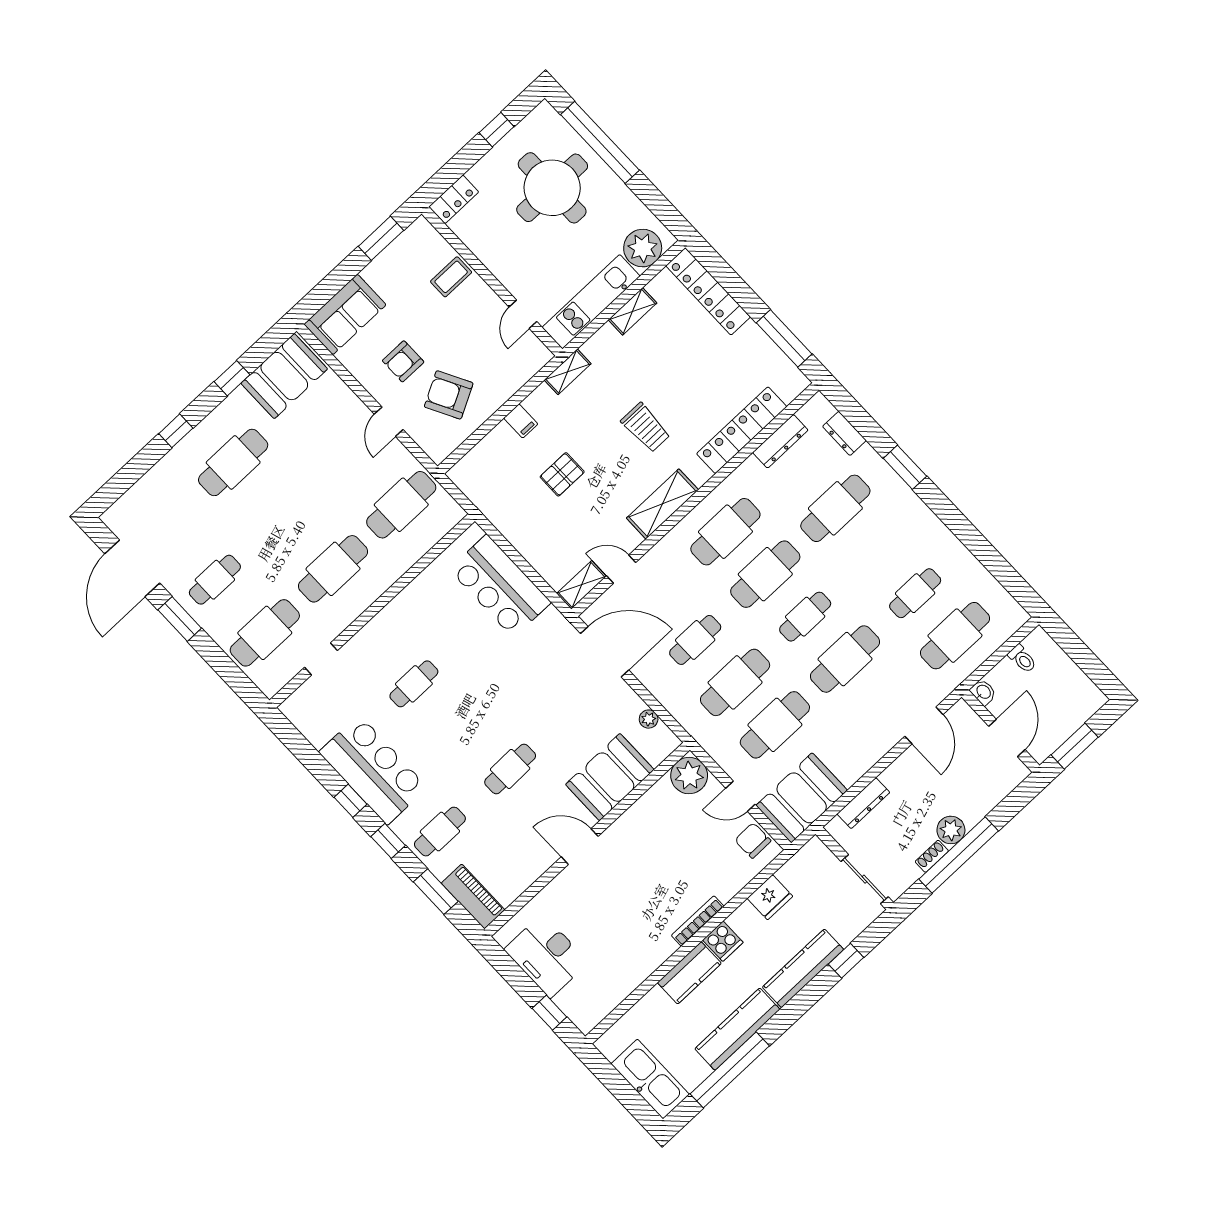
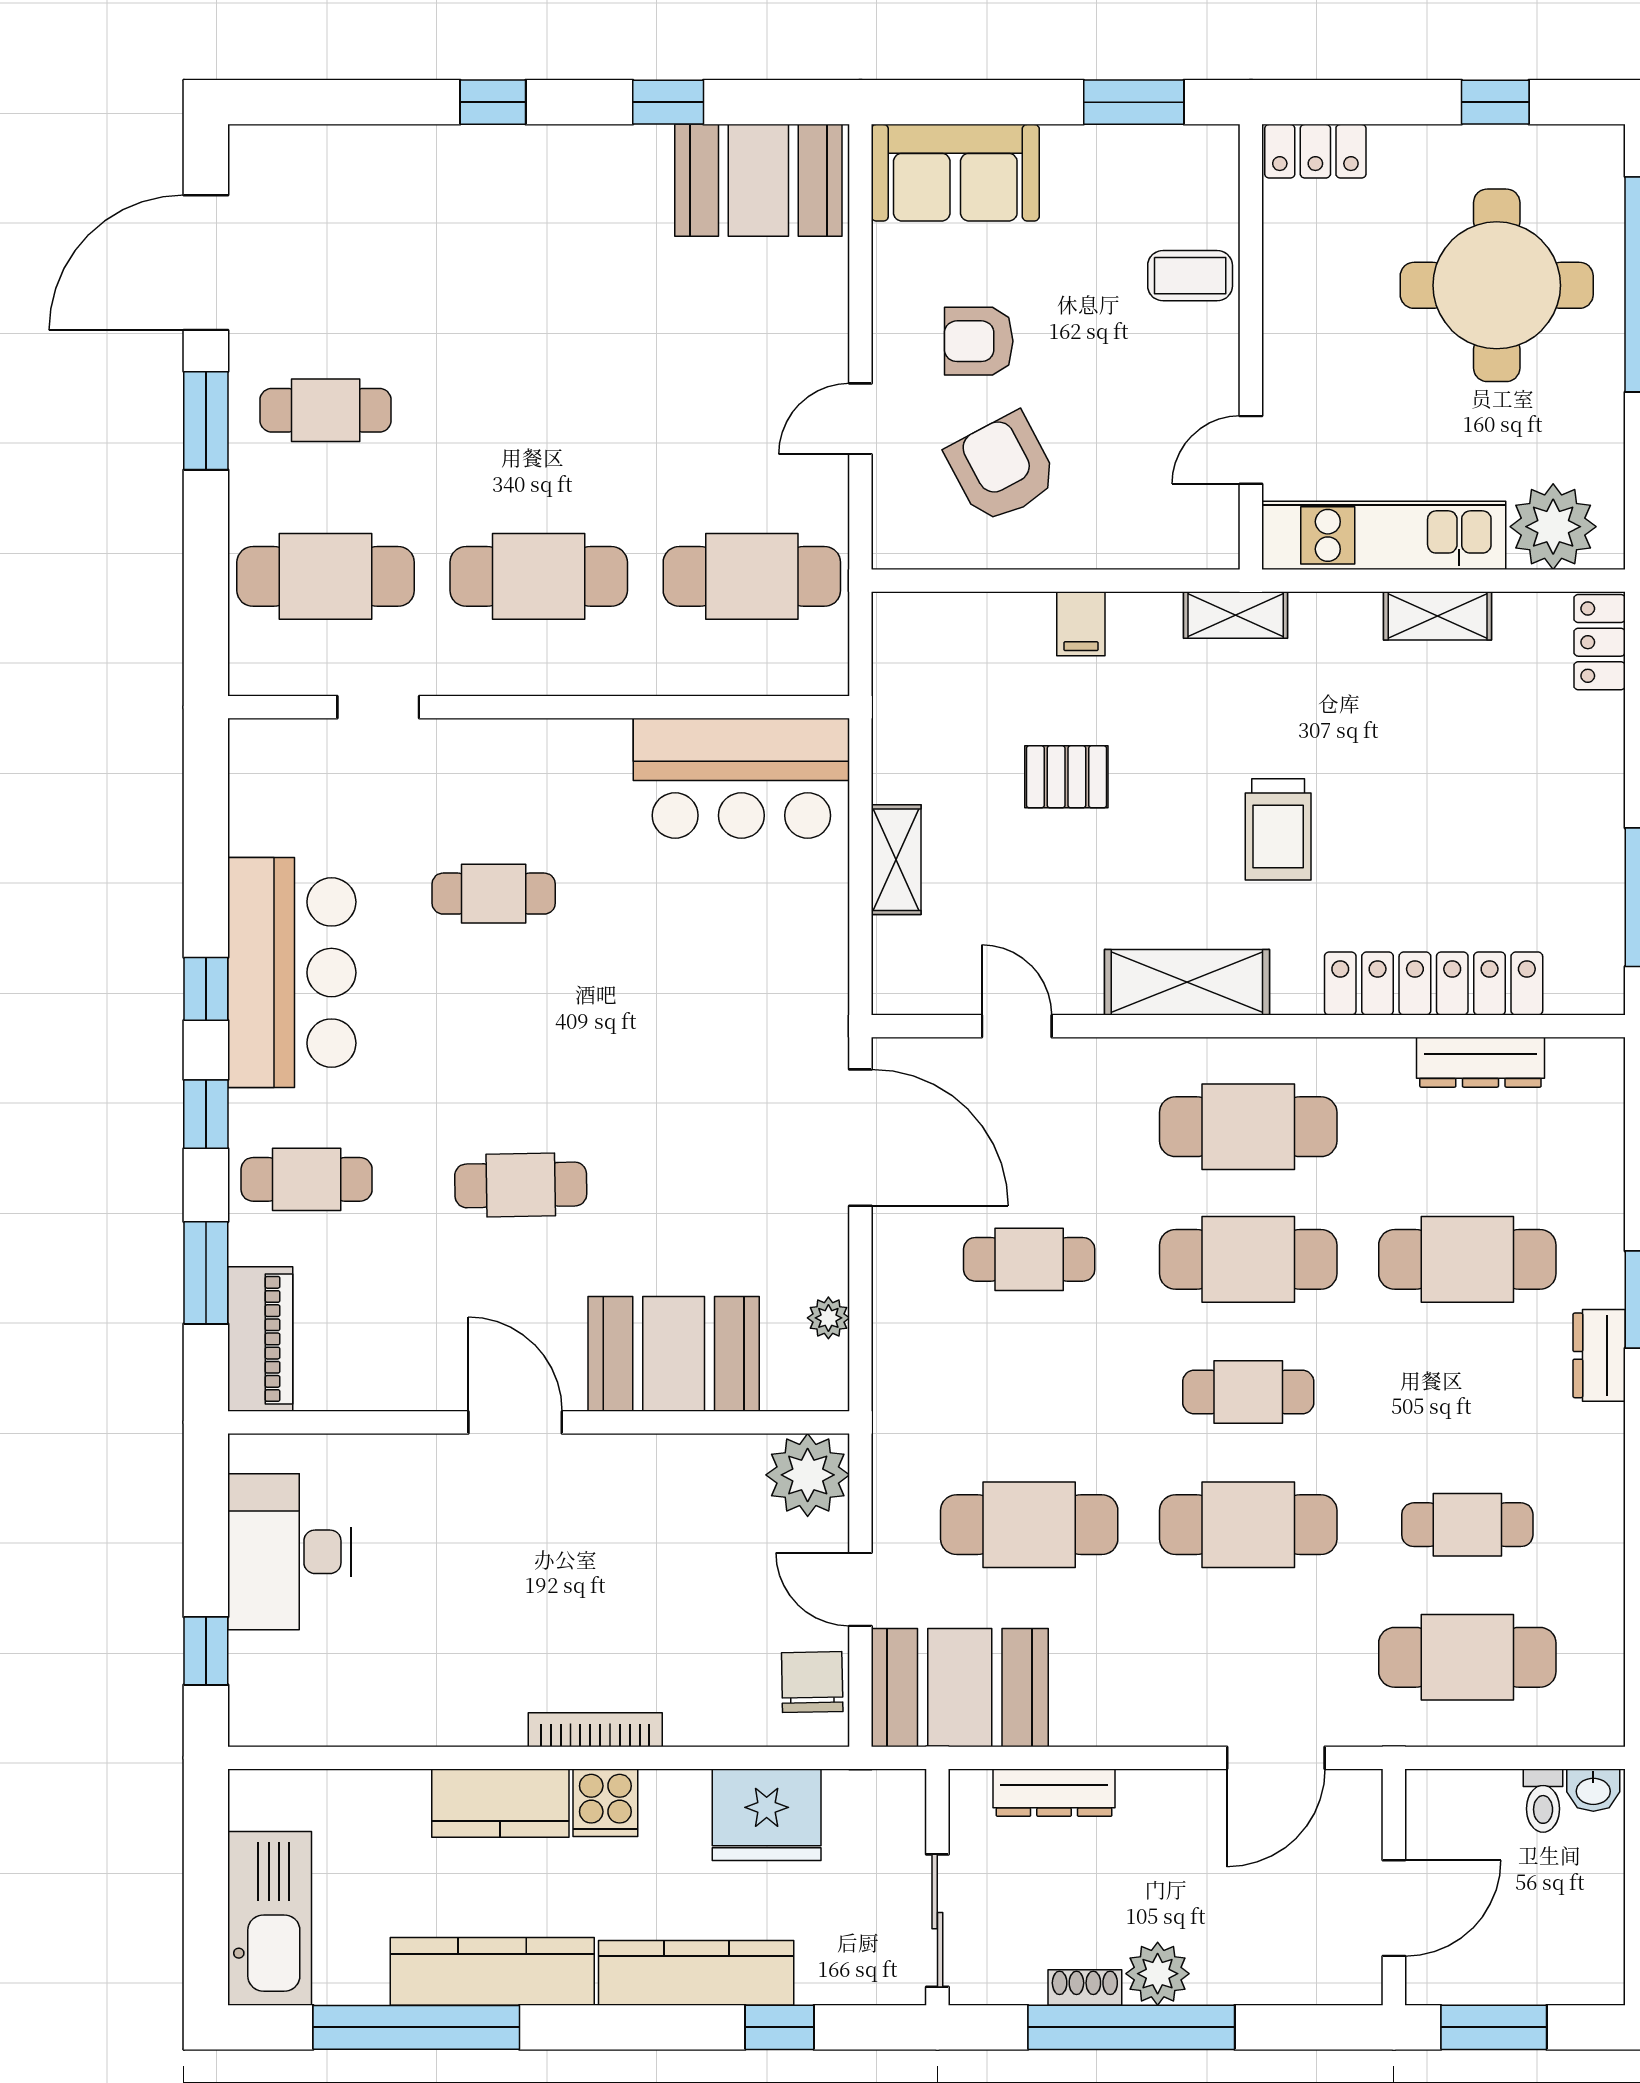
locker: (708, 291) -> (1600, 642), width x0.46, depth x0.83
dresser: (844, 433) -> (1599, 1355), moved
cafe table: (233, 462) -> (539, 244), removed
shelving: (582, 585) -> (896, 860), moved, turned 90
bar counter: (500, 586) -> (741, 778), moved, turned -90
cafe table: (735, 682) -> (1029, 1392), removed
washbasin: (983, 692) -> (1593, 1790), moved, turned 90
fridge: (770, 897) -> (767, 1815), width x1.36, depth x1.34

